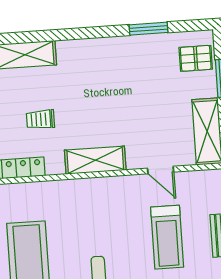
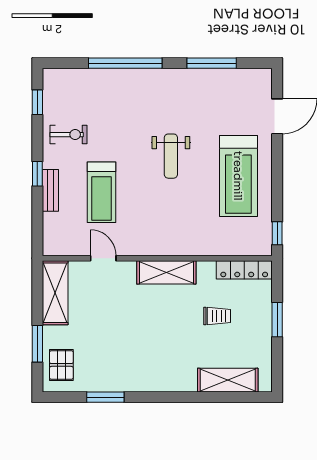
pallet: (196, 58) -> (61, 365), turned 90
treadmill: (167, 237) -> (102, 192), turned 180

